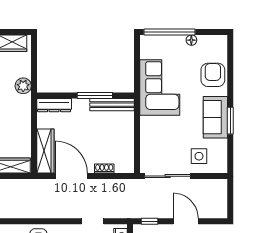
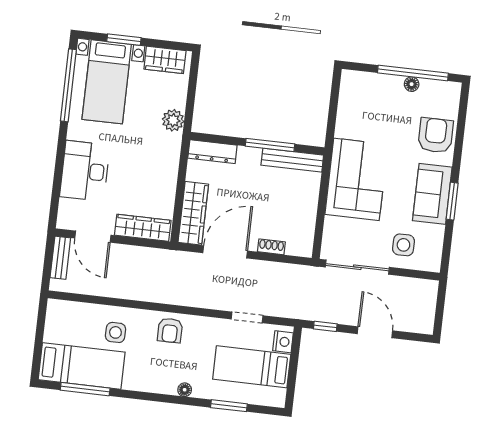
window: (170, 32) -> (413, 73), moved
corner sofa: (160, 87) -> (356, 179), moved
door: (71, 176) -> (225, 252), hinge flipped

